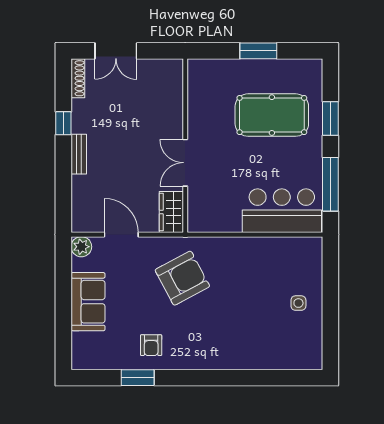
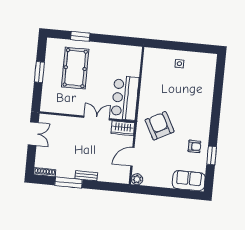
double door: (116, 51) -> (33, 134), moved
window: (63, 123) -> (69, 182), width x2.17
double door: (185, 163) -> (97, 118), swing flipped
window: (330, 184) -> (116, 40), removed
bar counter: (282, 211) -> (125, 98), moved
sofa: (88, 302) -> (189, 181), moved

